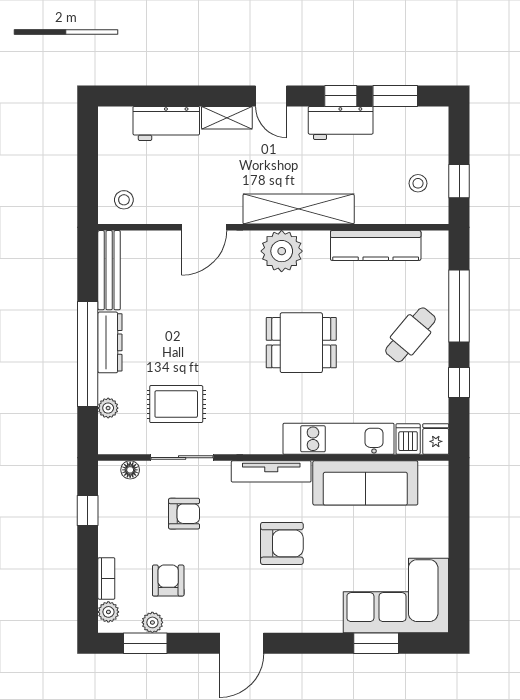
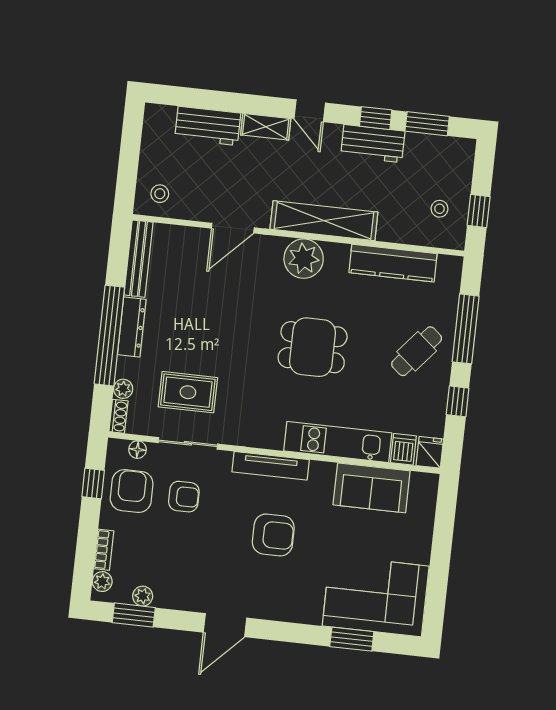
shoe rack: (106, 437) -> (118, 416), added
sofa: (365, 483) -> (372, 488), width x0.73
armchair: (168, 581) -> (132, 491), moved, width x1.38, depth x1.38

